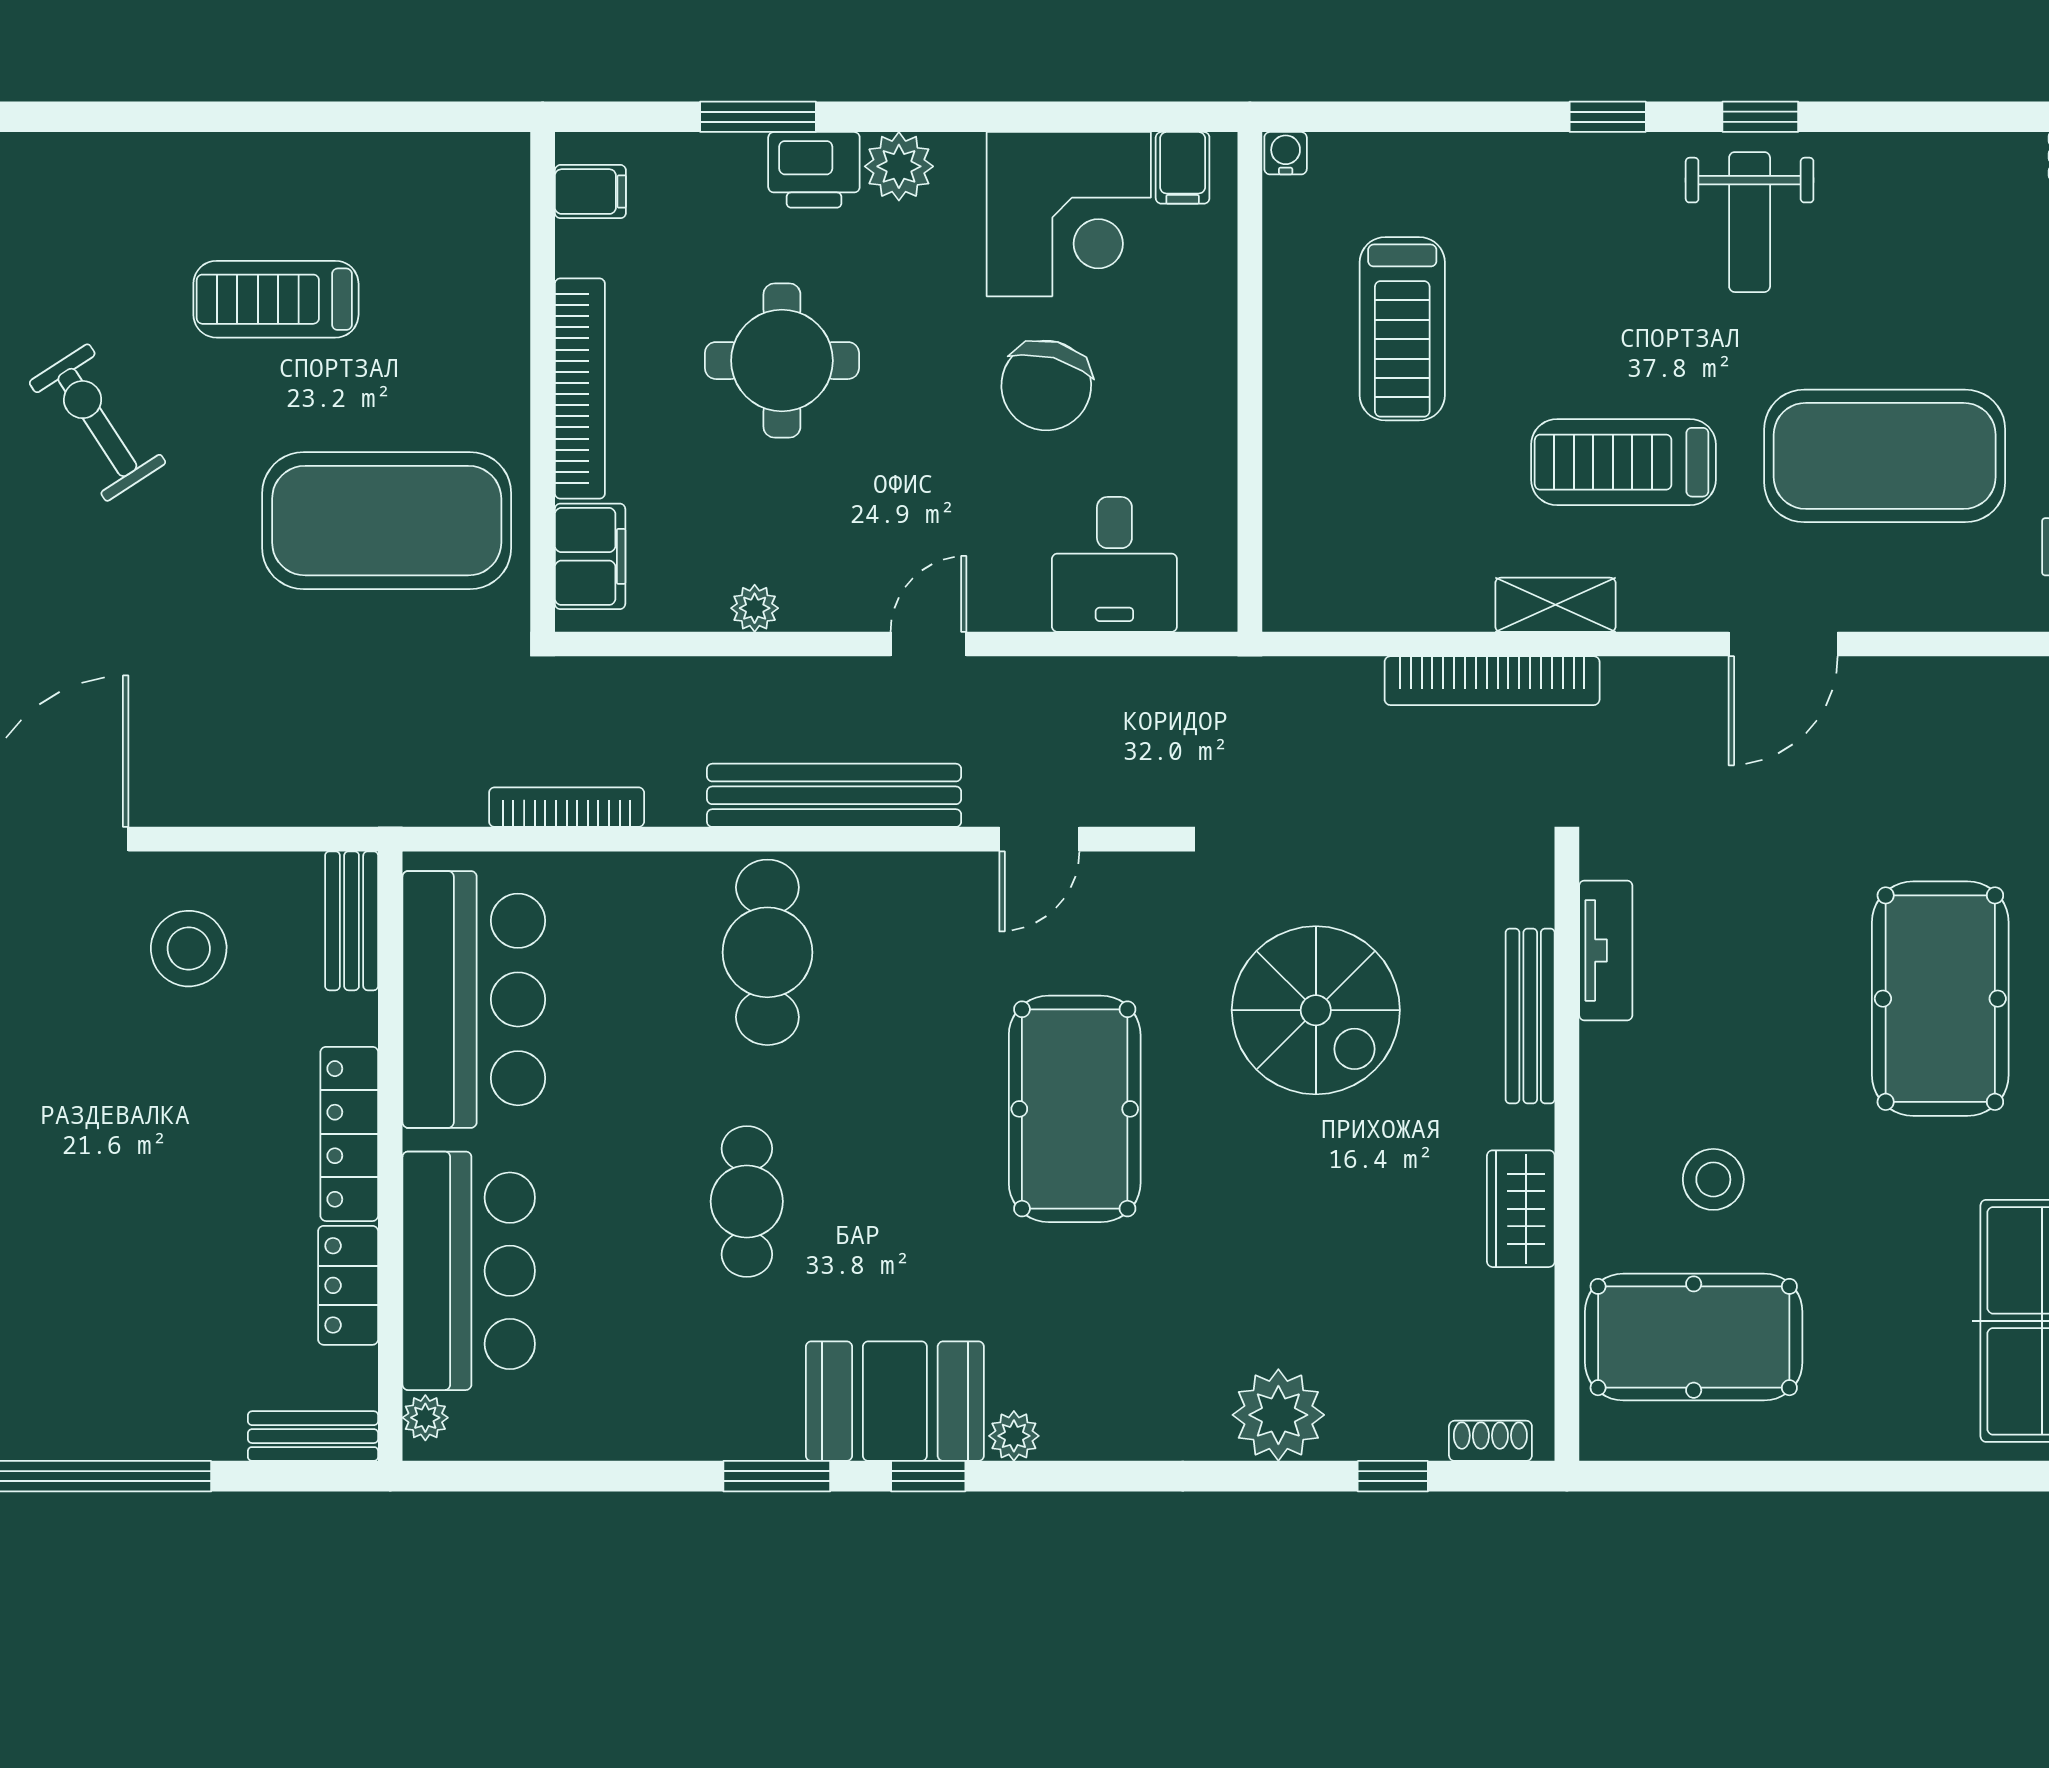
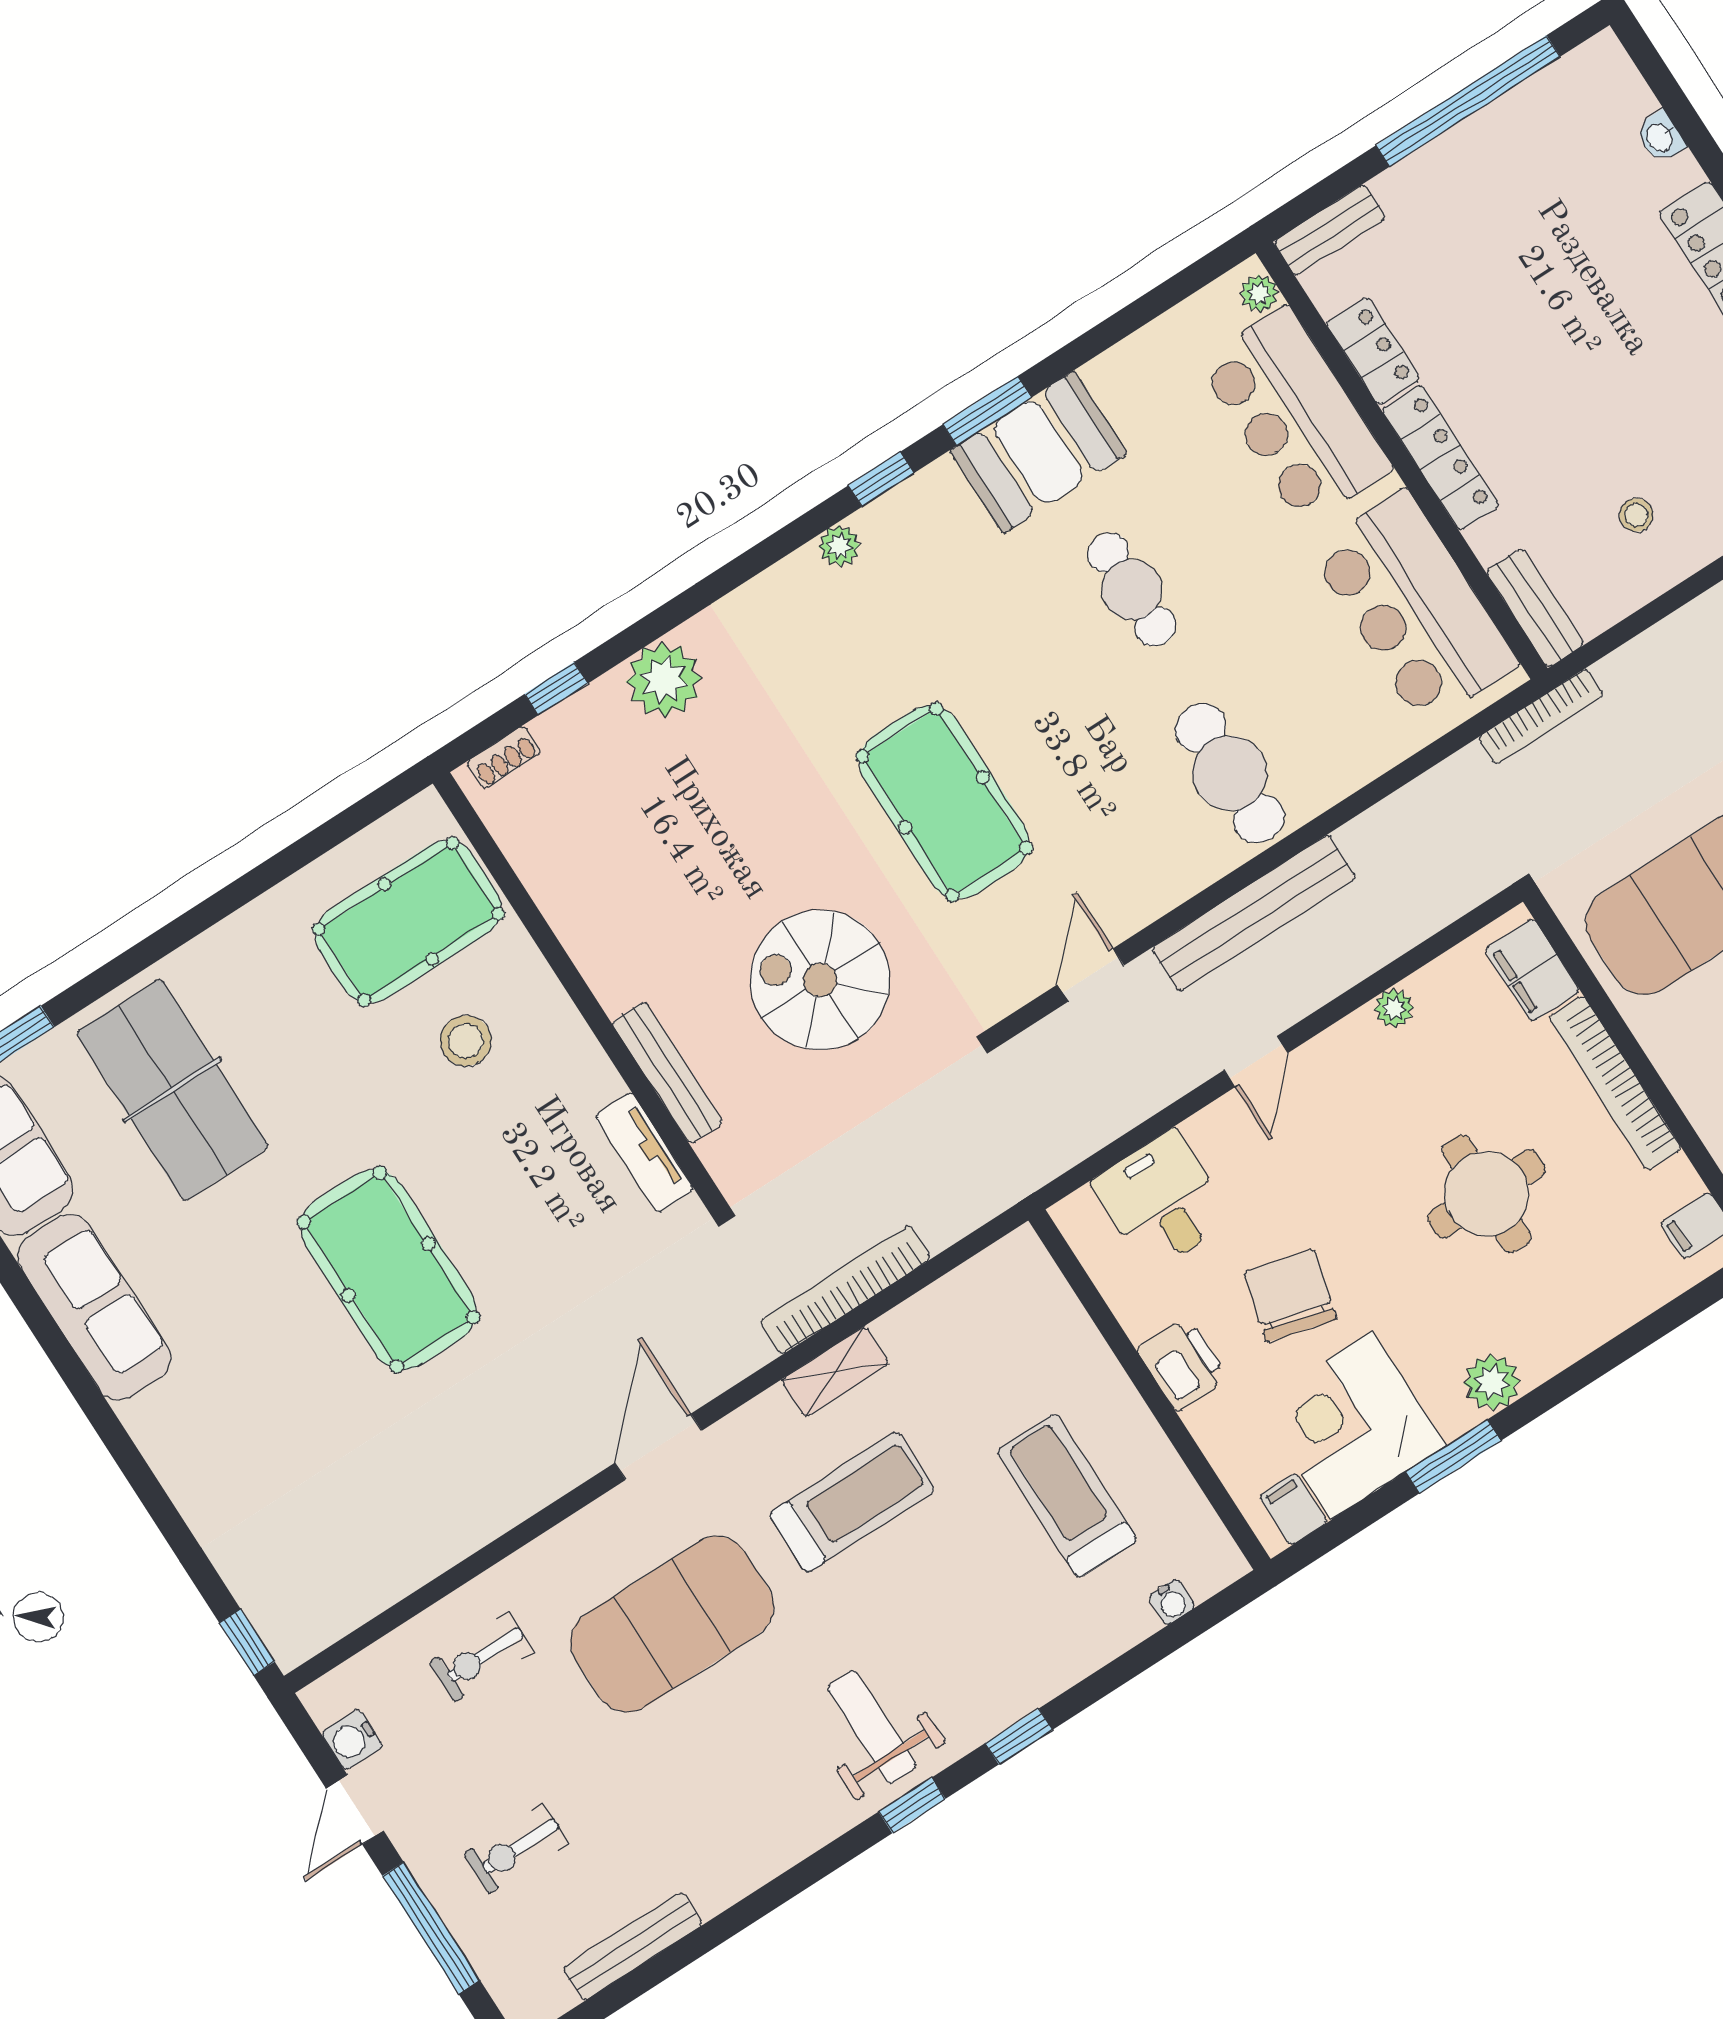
window: (758, 117) -> (1453, 1456), moved
water cooler: (1286, 153) -> (1172, 1602), moved
printer: (814, 170) -> (1182, 1364), moved, turned 90
bookcase: (567, 807) -> (1541, 716), moved
stool: (189, 949) -> (1636, 515), width x0.53, depth x0.53
wardrobe: (1521, 1209) -> (587, 934), removed
booth: (895, 1401) -> (1039, 452), moved

